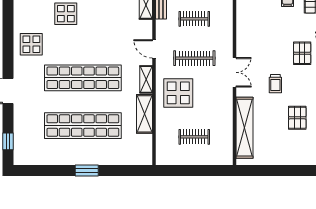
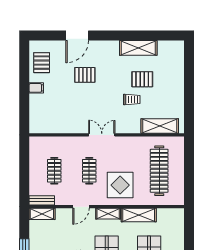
clothes rail: (194, 58) -> (89, 171), width x0.73
trolley: (275, 84) -> (132, 100), moved
shelving: (245, 128) -> (160, 126), width x0.68
clothes rail: (194, 137) -> (159, 171), width x1.86, depth x1.31

